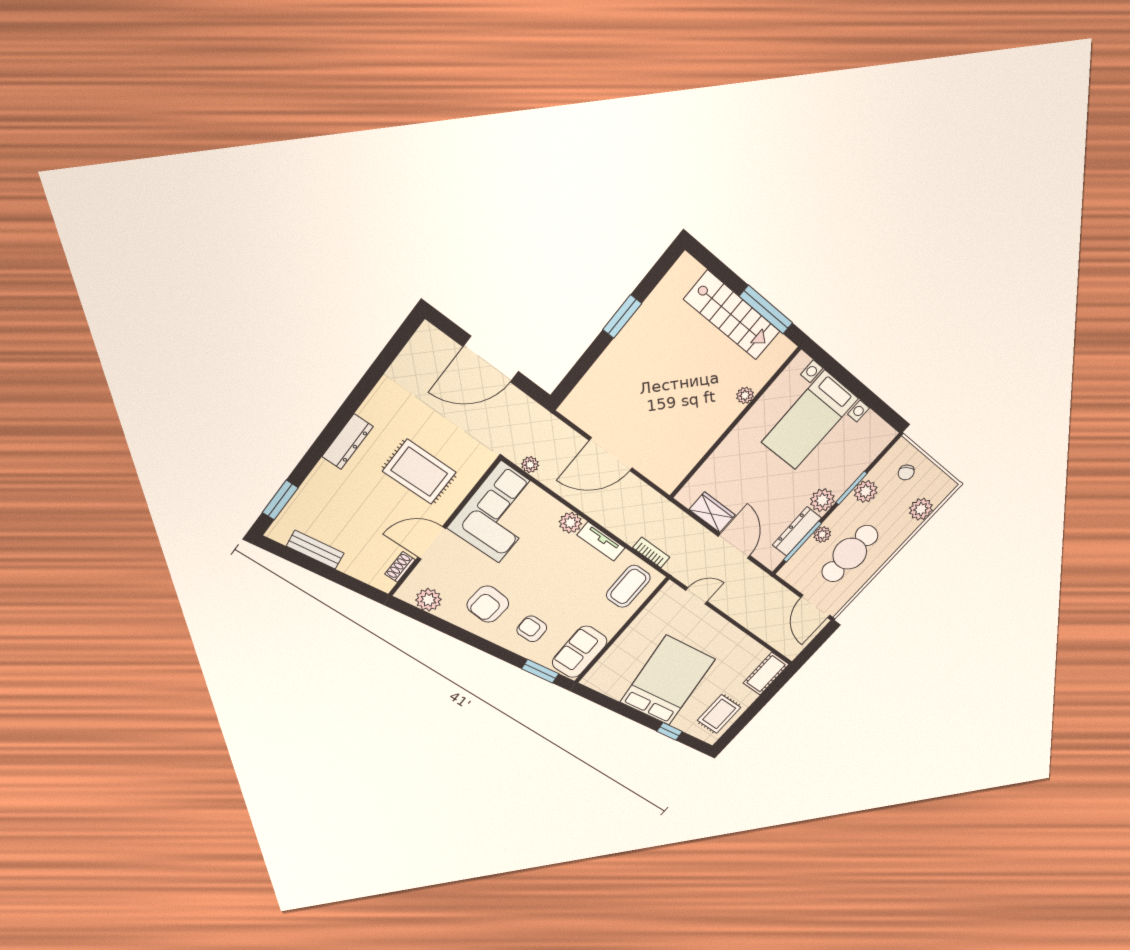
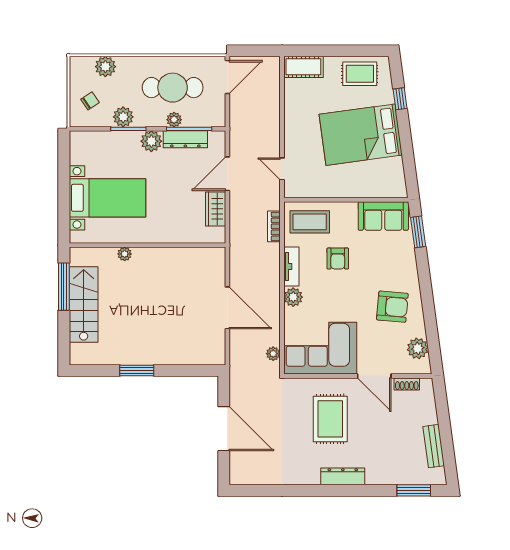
armchair: (532, 629) -> (338, 258), moved

